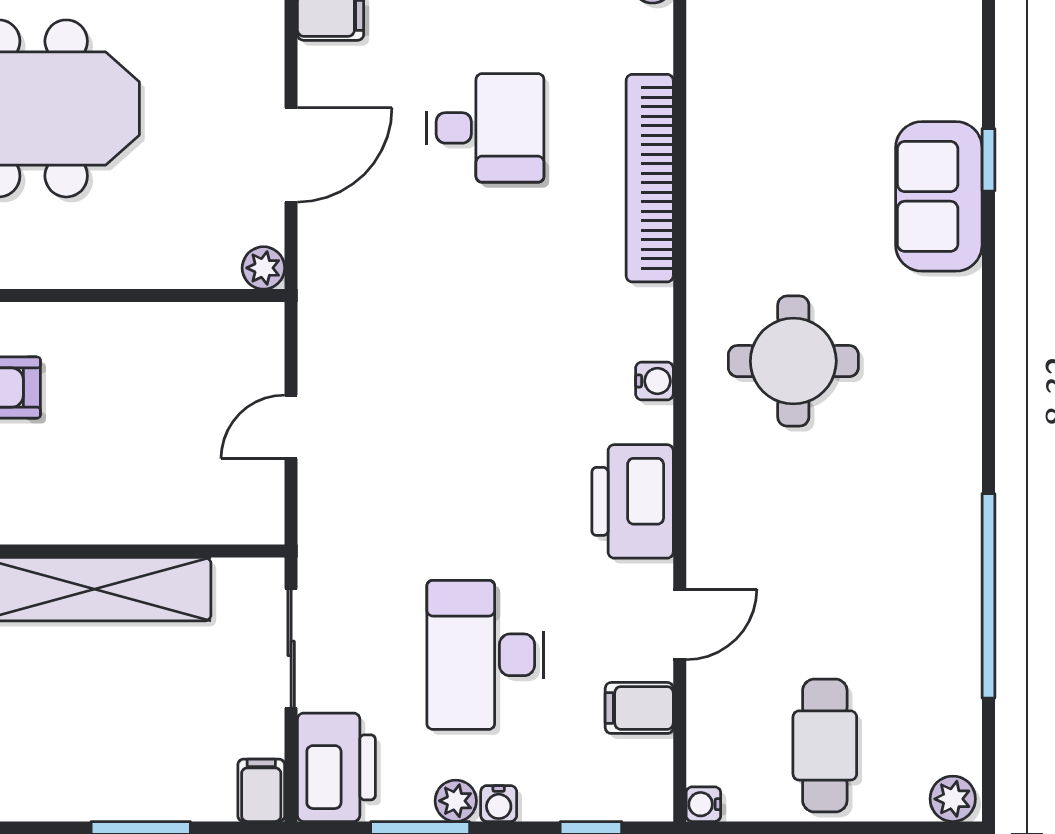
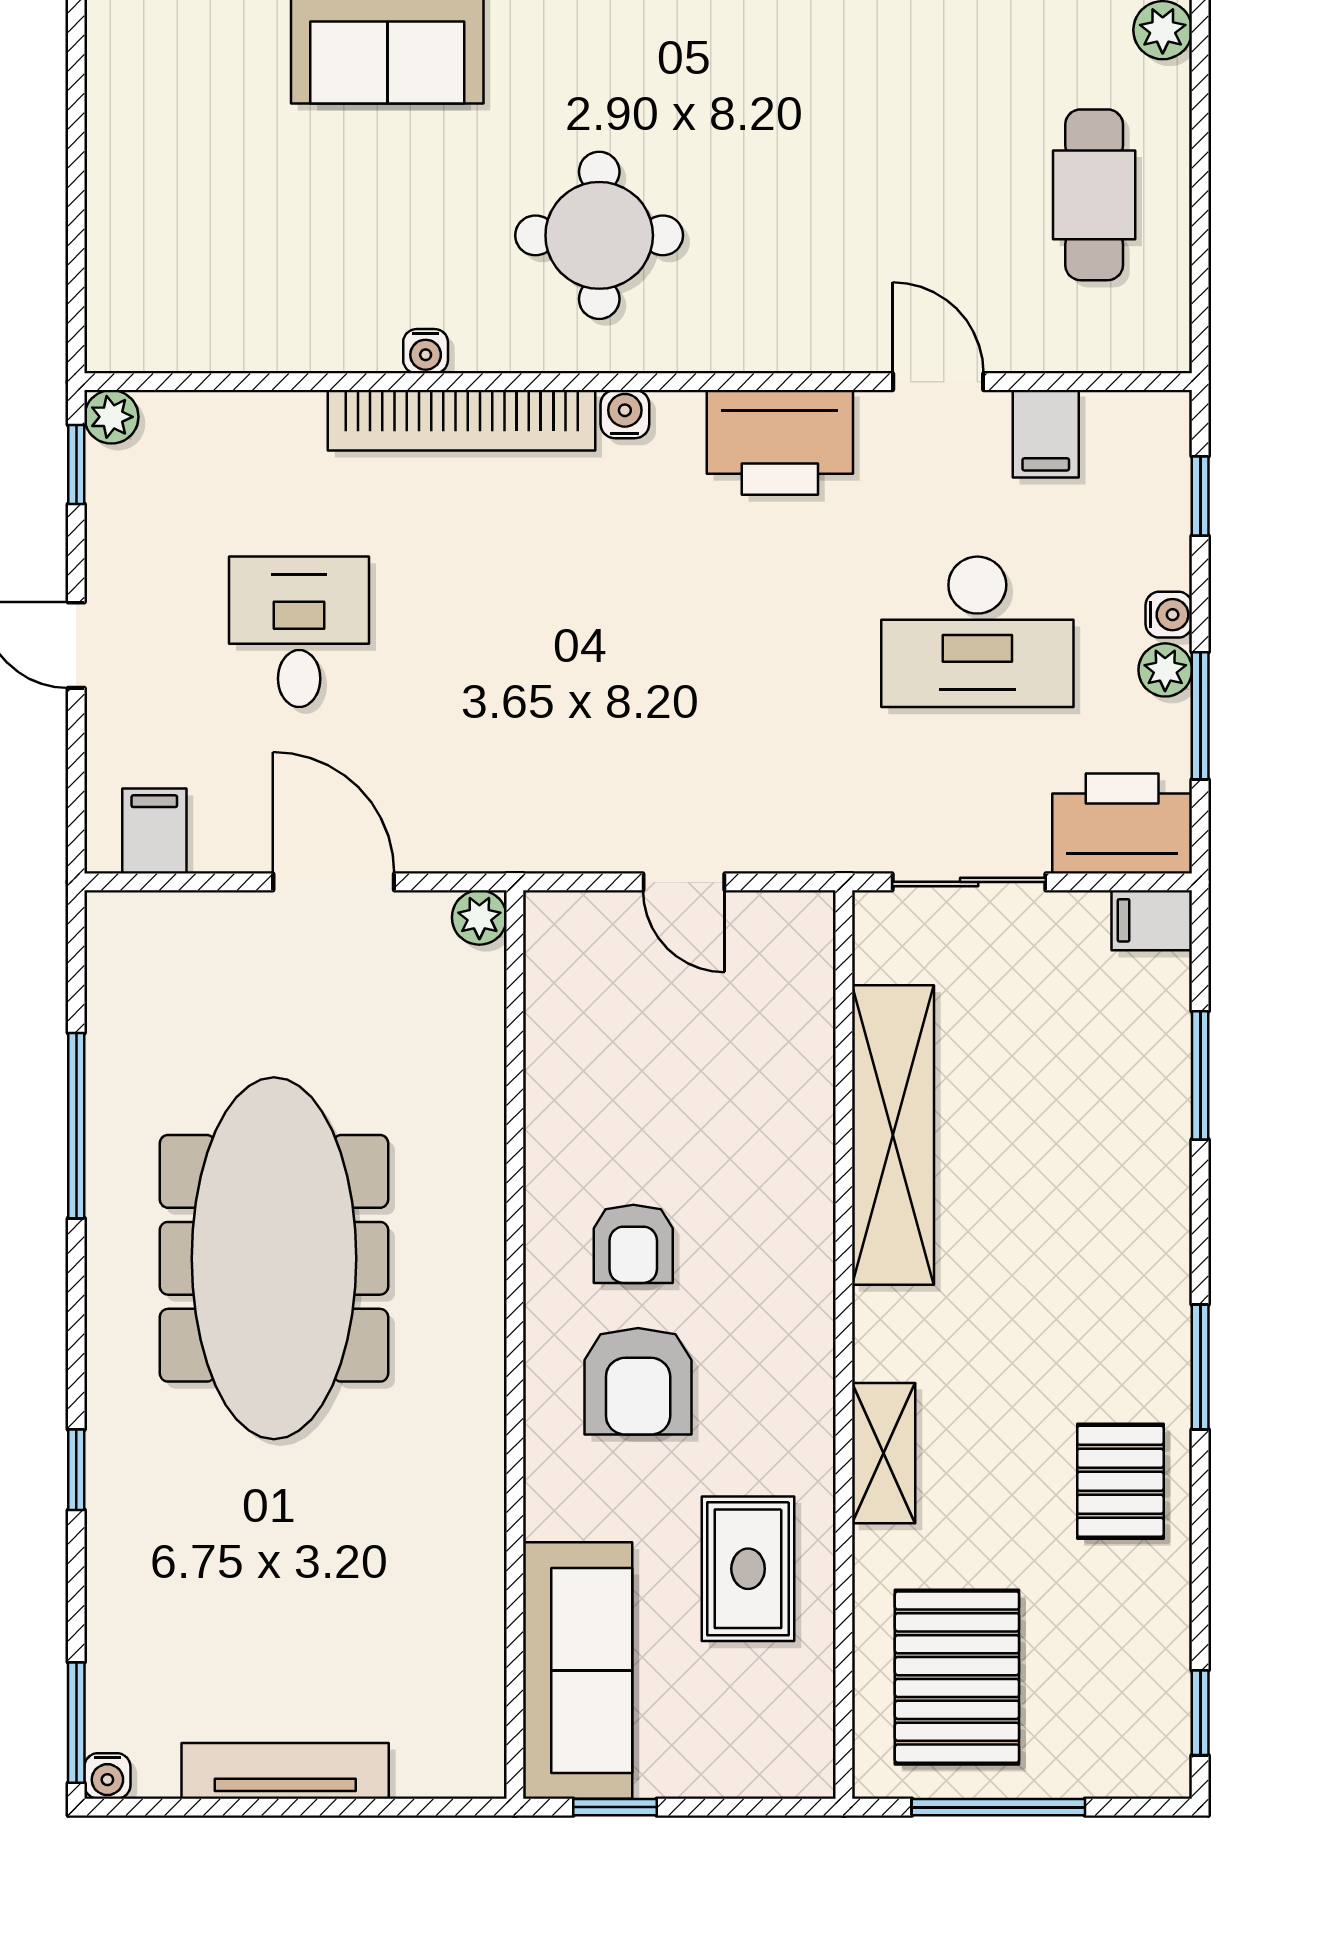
bookcase: (650, 178) -> (462, 420), moved
cafe table: (825, 745) -> (1094, 195), turned 90
water cooler: (703, 804) -> (426, 351), moved

